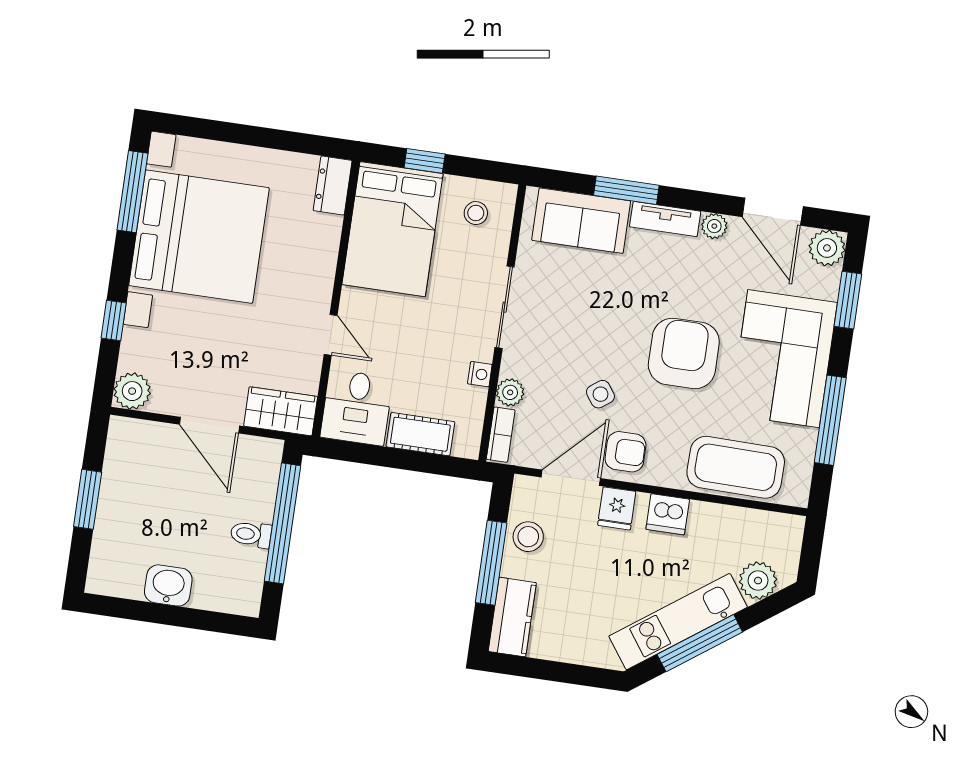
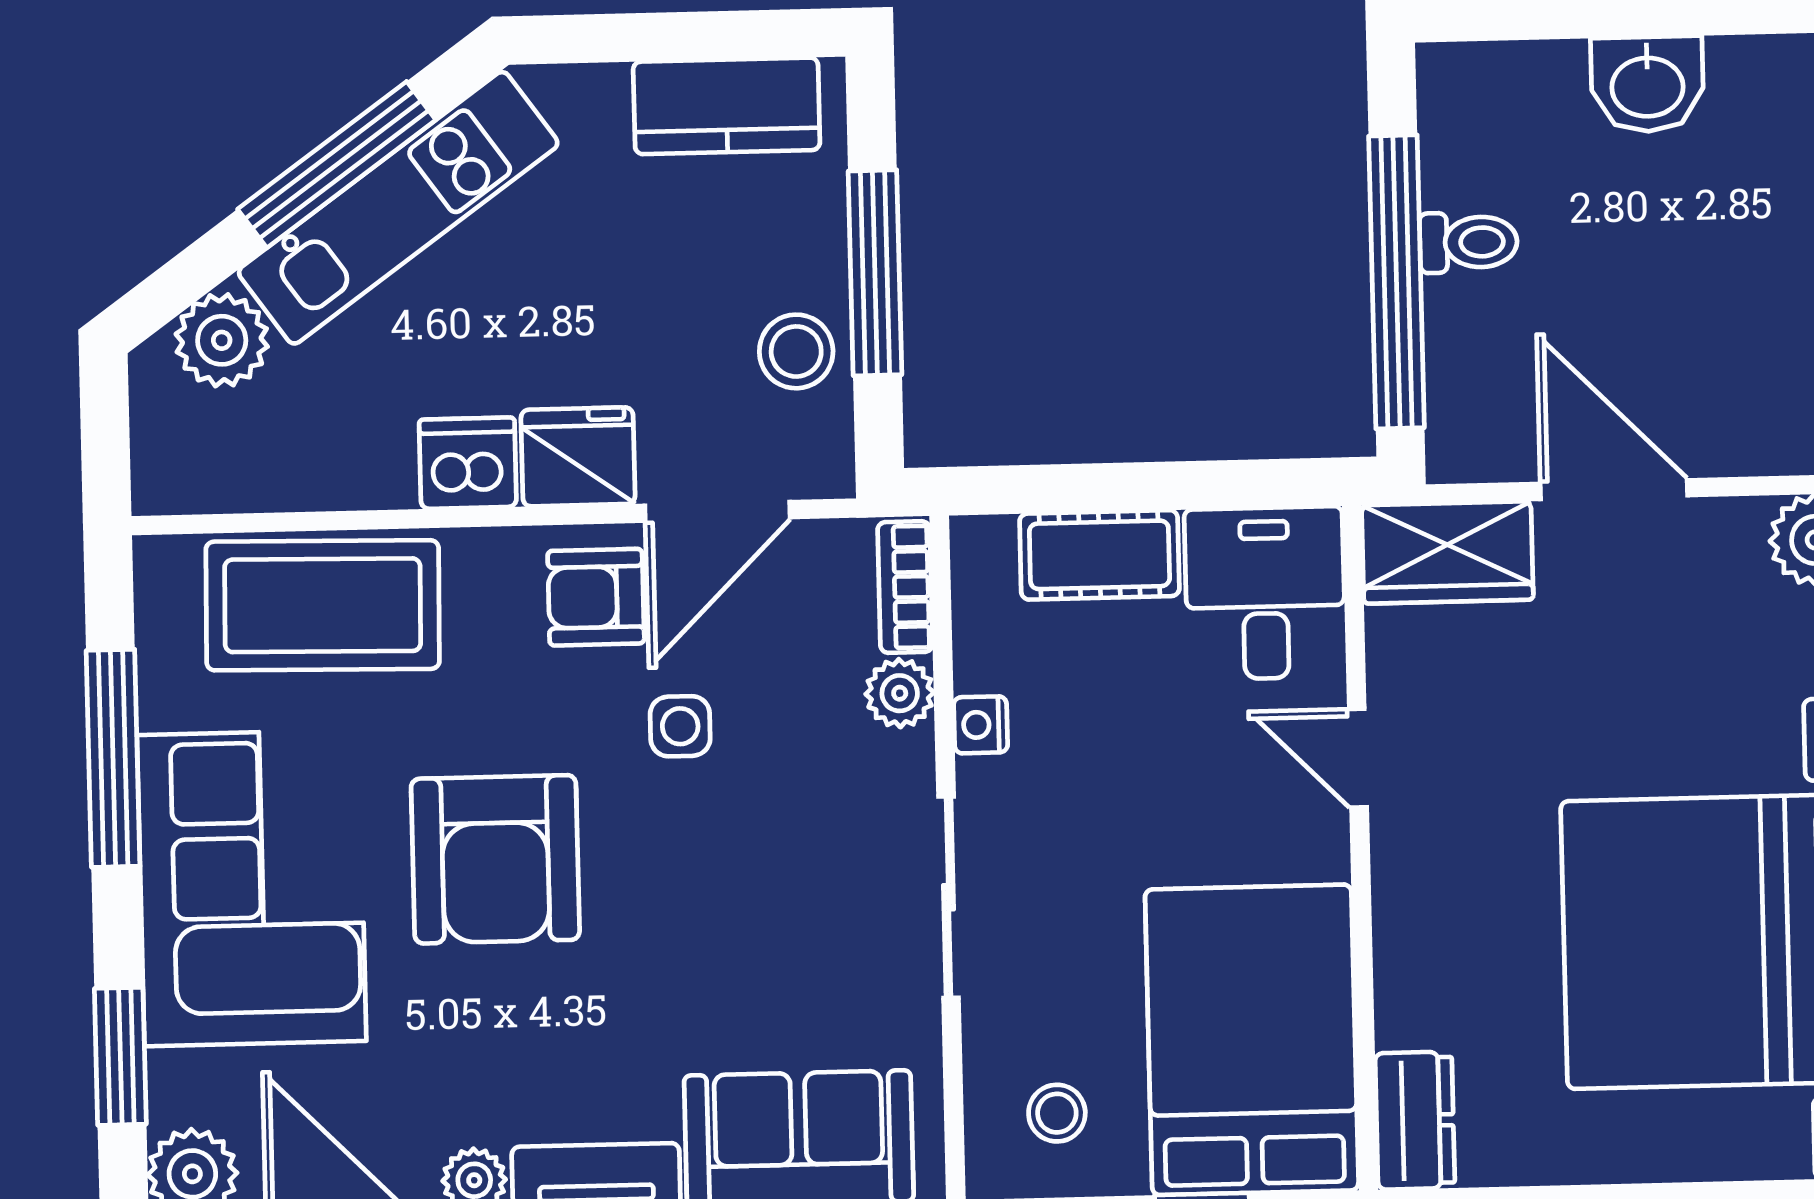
side table: (600, 394) -> (680, 726), turned 36
fridge: (617, 508) -> (578, 457), width x1.38
kitchen counter: (512, 617) -> (727, 106), moved, turned -90

